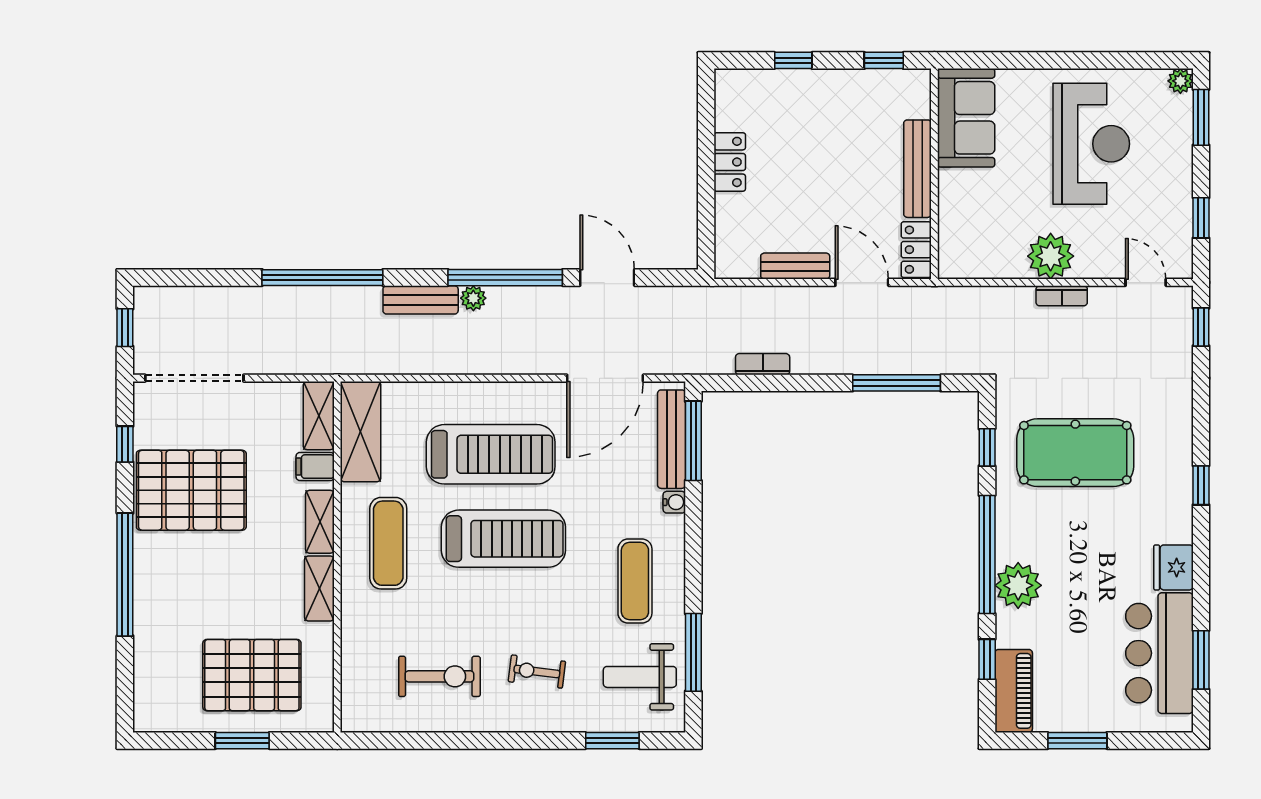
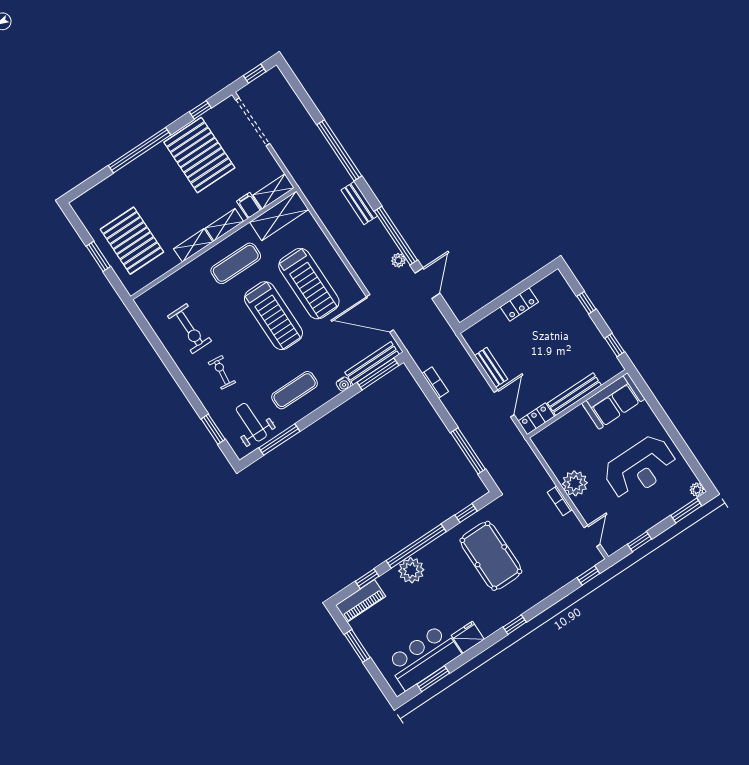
plant: (473, 298) -> (398, 260), moved

